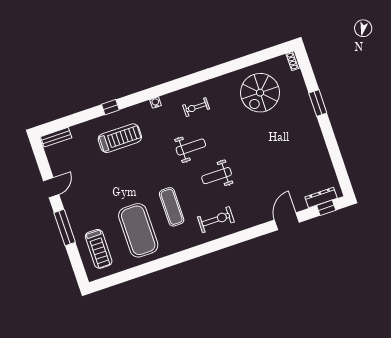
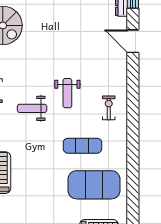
weight bench: (191, 147) -> (32, 108), turned -90
exercise bike: (216, 220) -> (109, 108), width x0.73, depth x0.72

